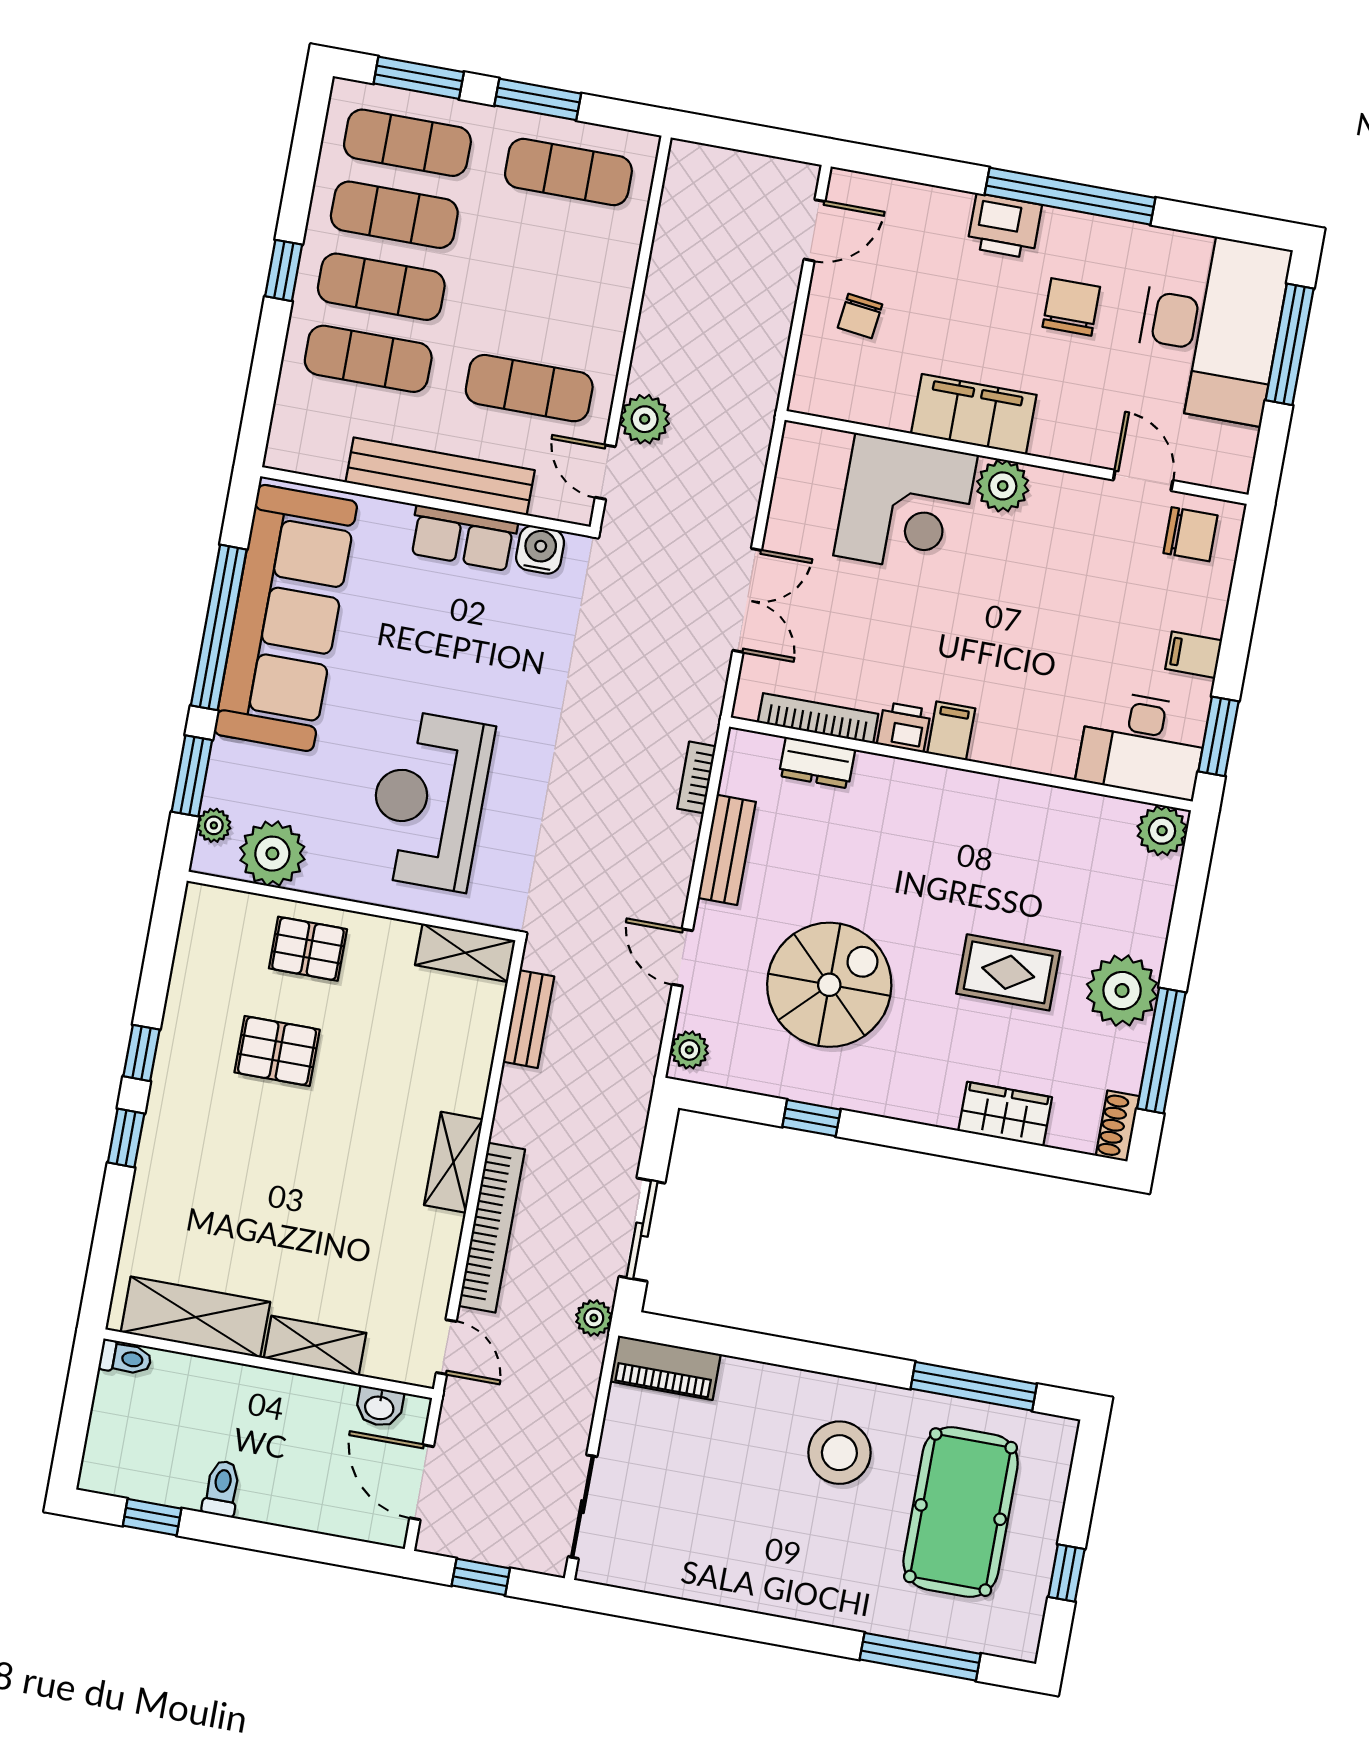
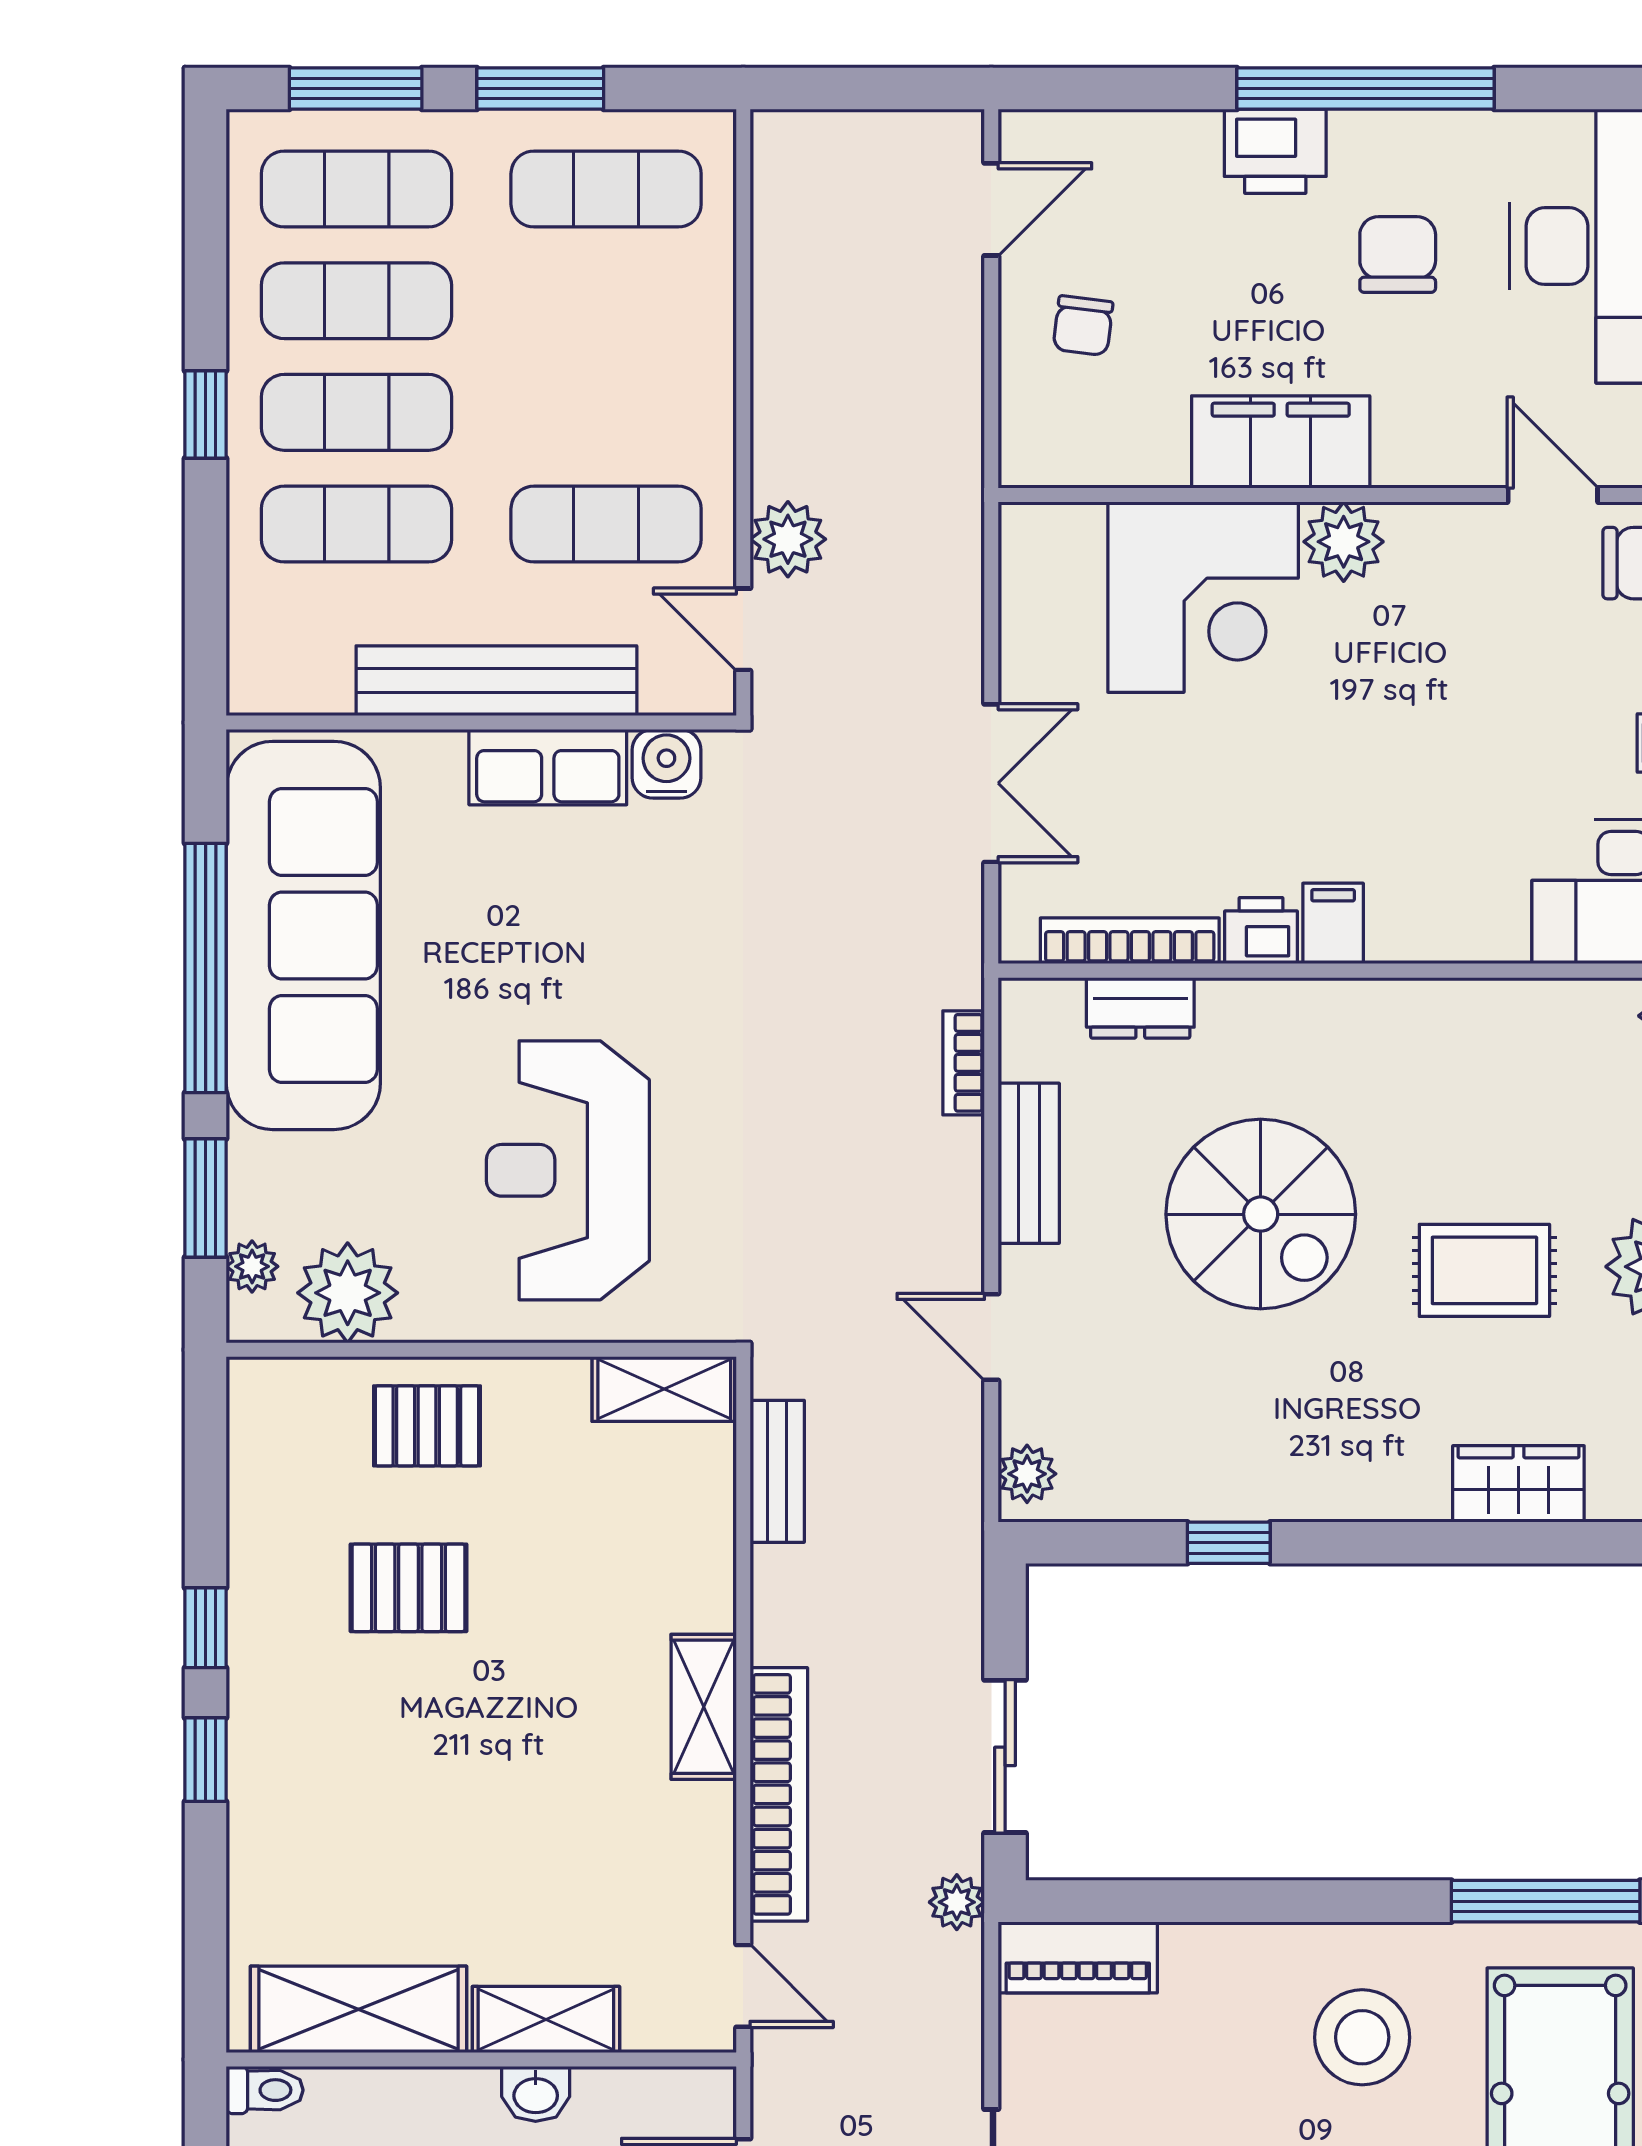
spiral stairs: (829, 985) -> (1261, 1214), moved, turned 90
washbasin: (379, 1407) -> (536, 2094), moved

